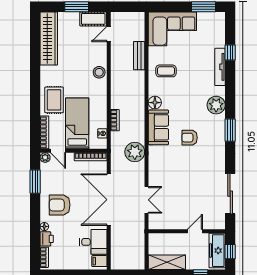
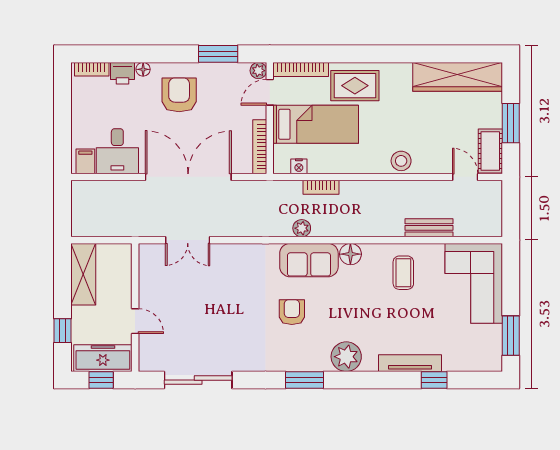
plant: (135, 152) -> (302, 228), moved, width x0.53, depth x0.53

